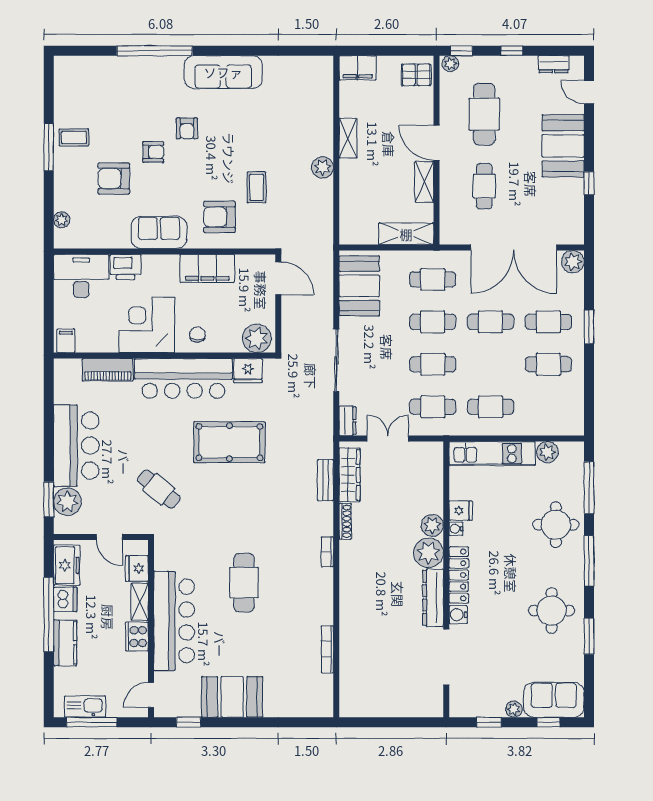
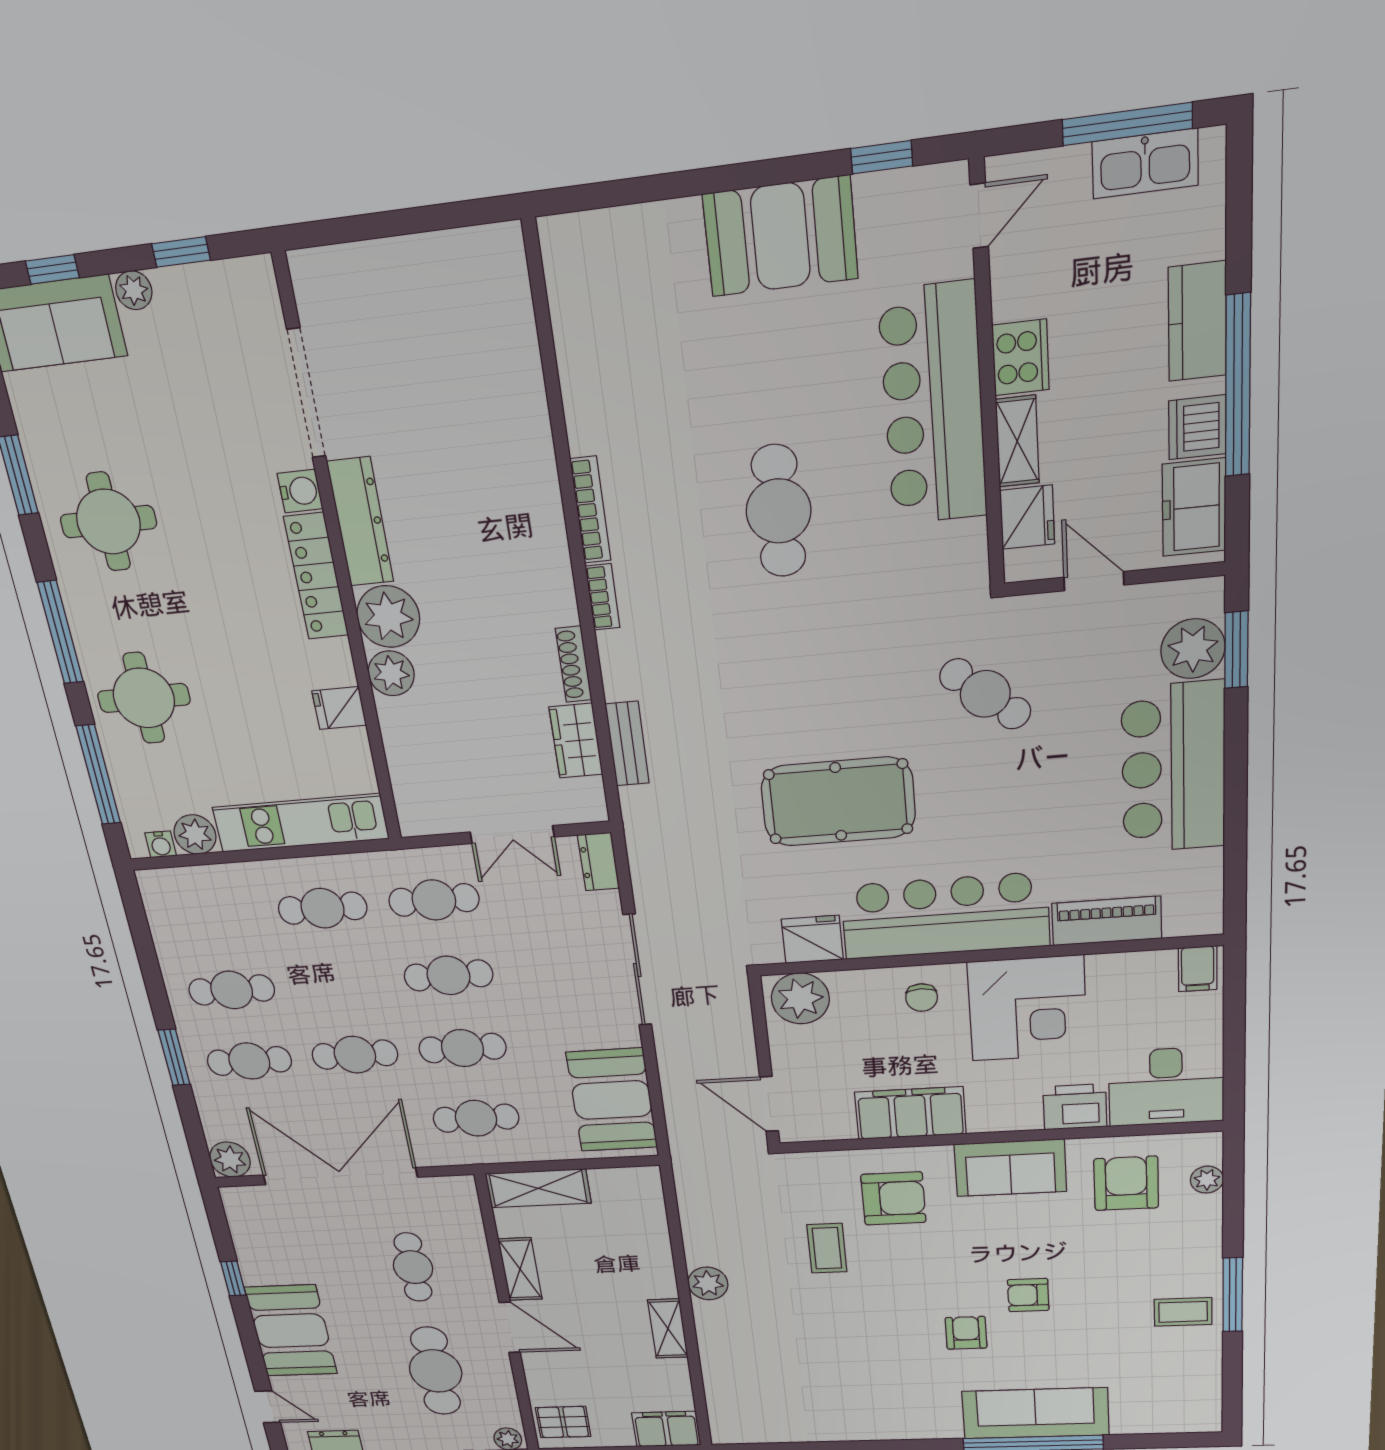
sofa: (223, 72) -> (1035, 1413), moved
armchair: (114, 178) -> (1126, 1183), moved, turned -90
wardrobe: (350, 475) -> (576, 741), width x0.67
water cooler: (456, 529) -> (161, 844), moved, turned 90
bookcase: (327, 649) -> (590, 510), moved

